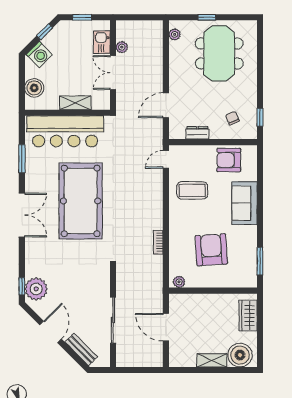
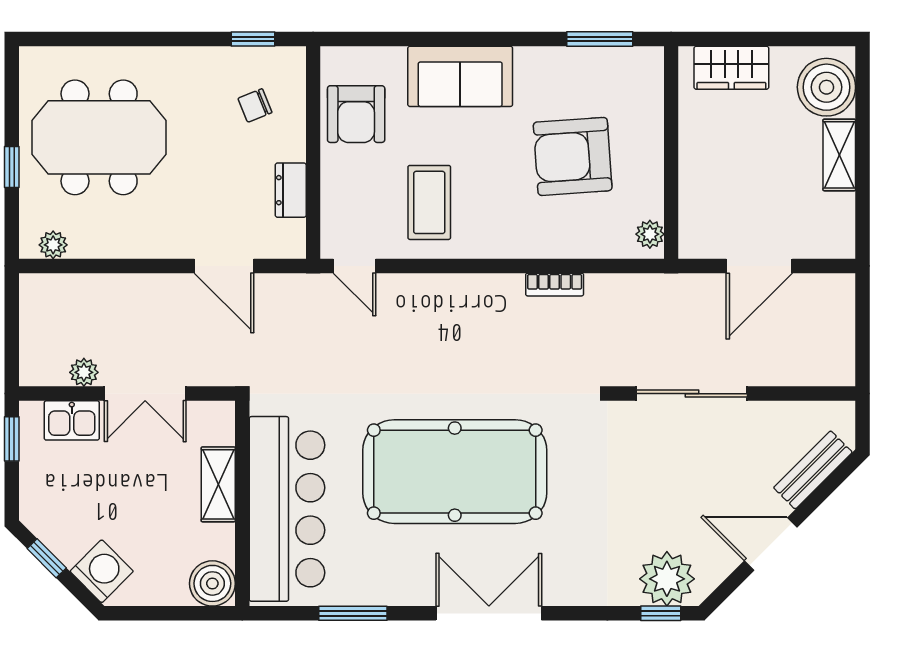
window: (82, 17) -> (12, 439), moved
boiler: (34, 88) -> (212, 583), moved
sliding door: (113, 320) -> (692, 394), moved

